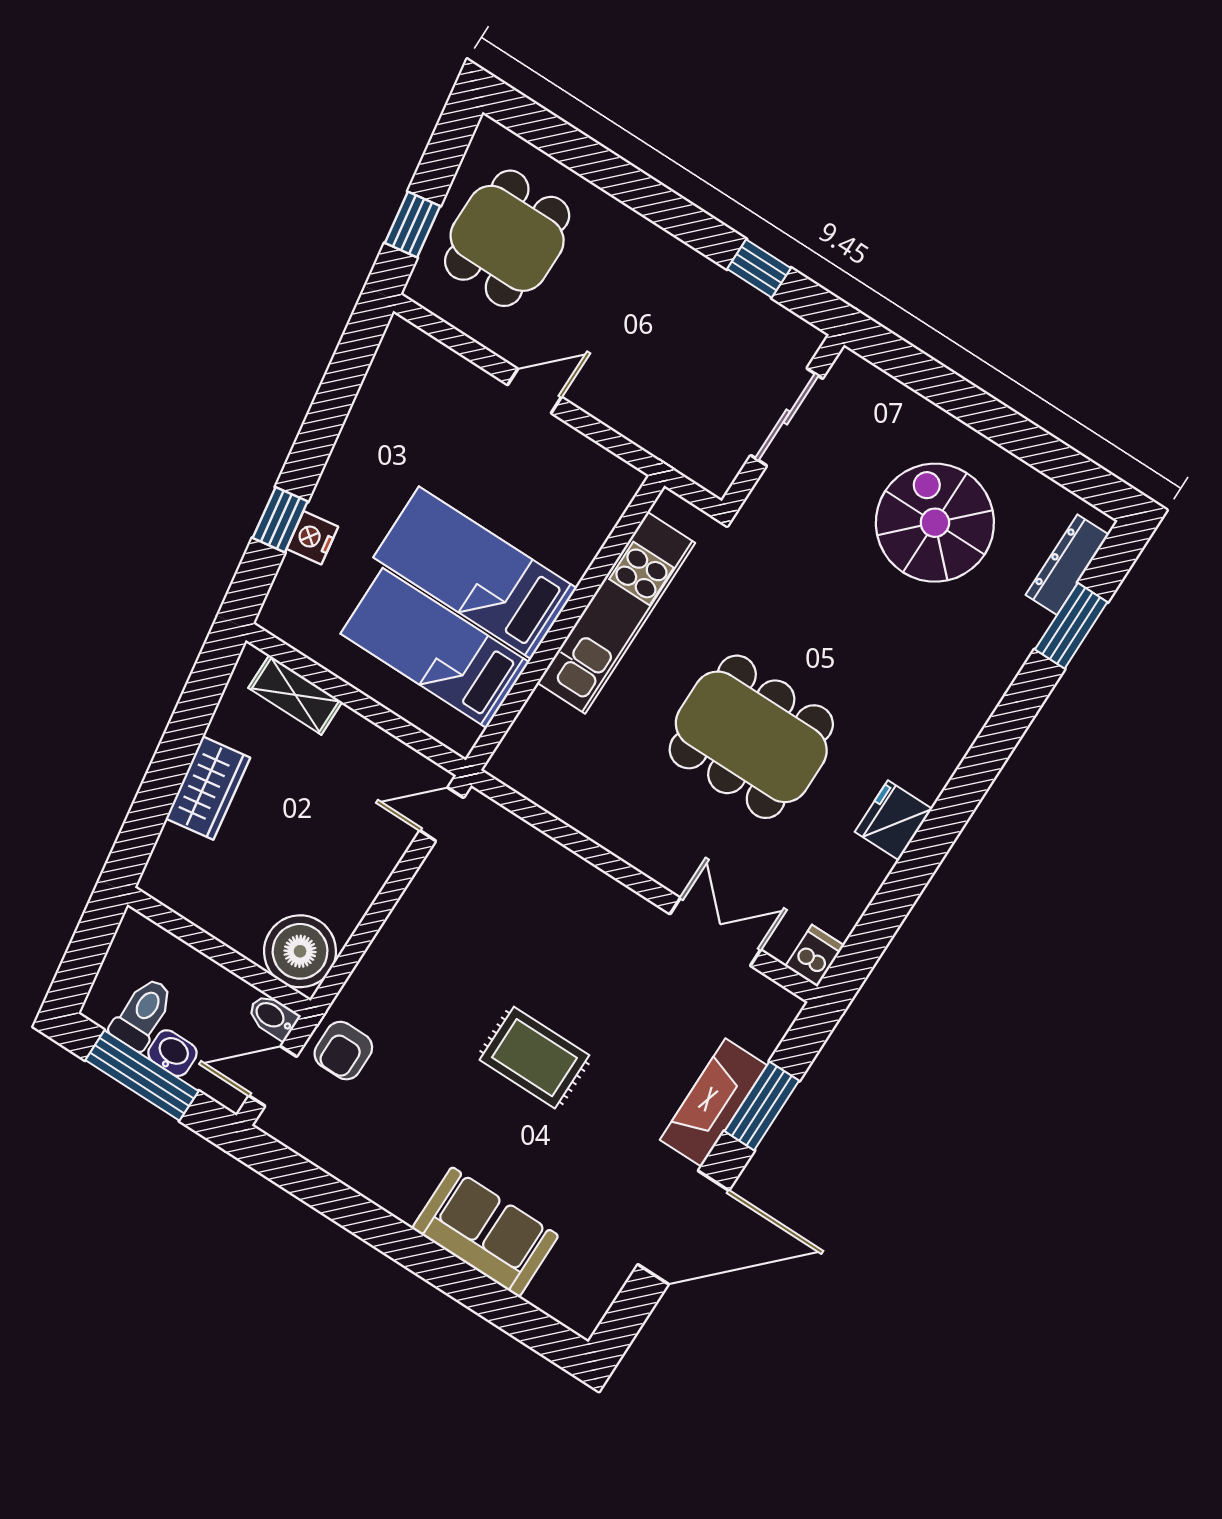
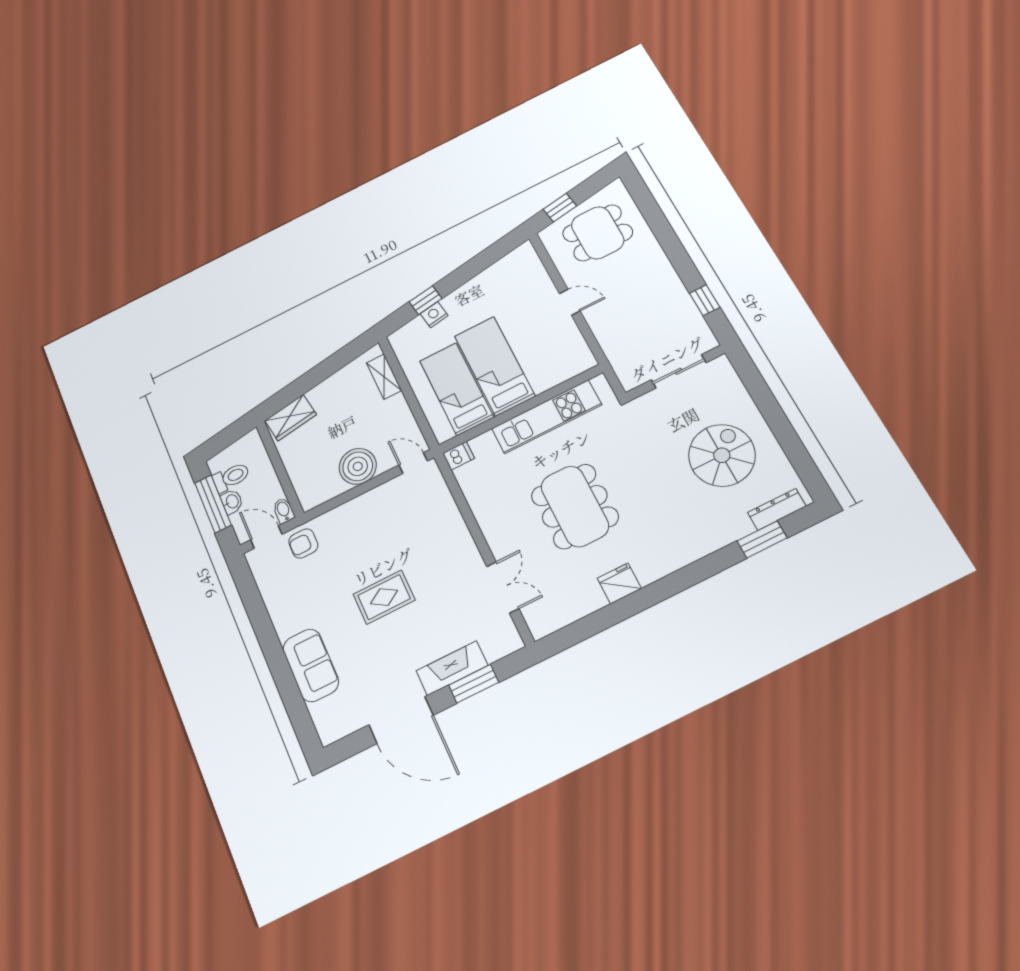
wardrobe: (208, 788) -> (291, 418), moved
boiler: (300, 951) -> (358, 466), moved
dishwasher: (815, 956) -> (459, 456), moved
rug: (534, 1058) -> (384, 597), turned 90

